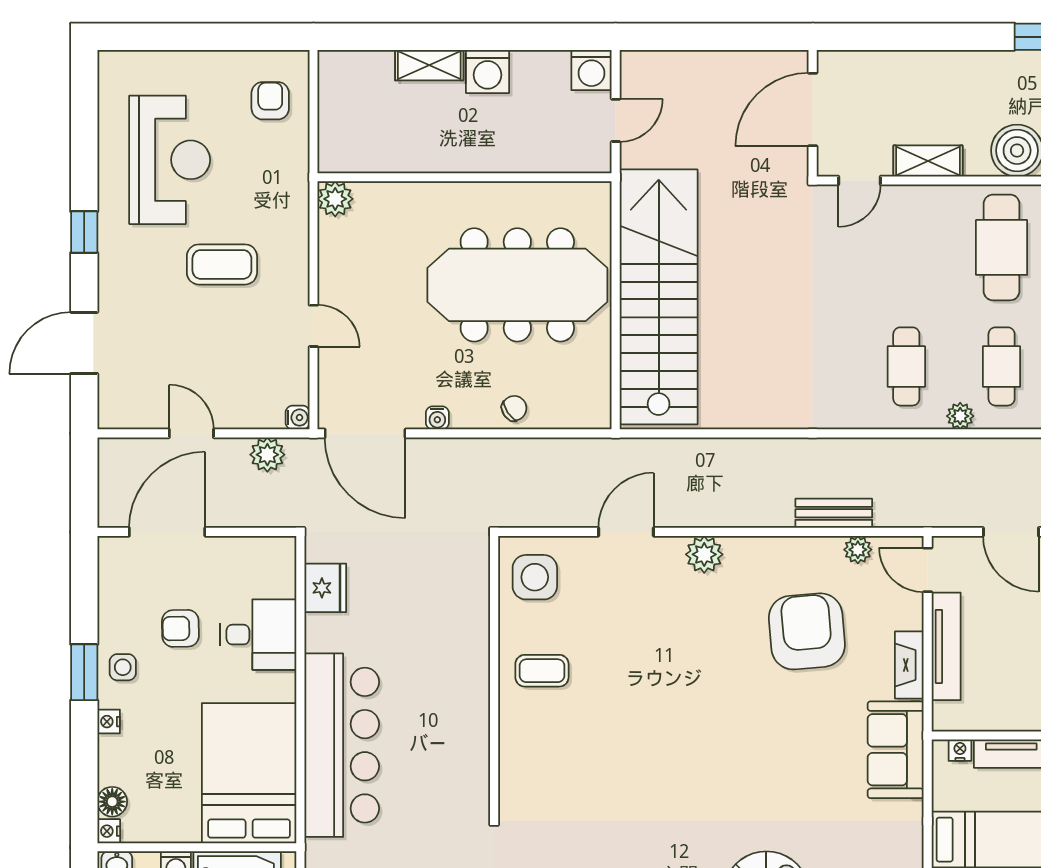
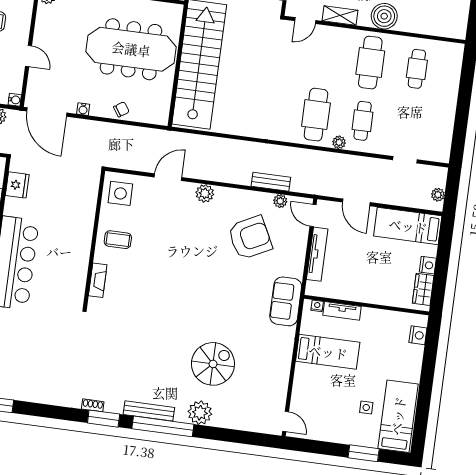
cafe table: (906, 366) -> (316, 115), width x1.37, depth x1.35
armchair: (807, 631) -> (250, 238), turned 68
fireplace: (909, 665) -> (98, 280), moved, turned 180

